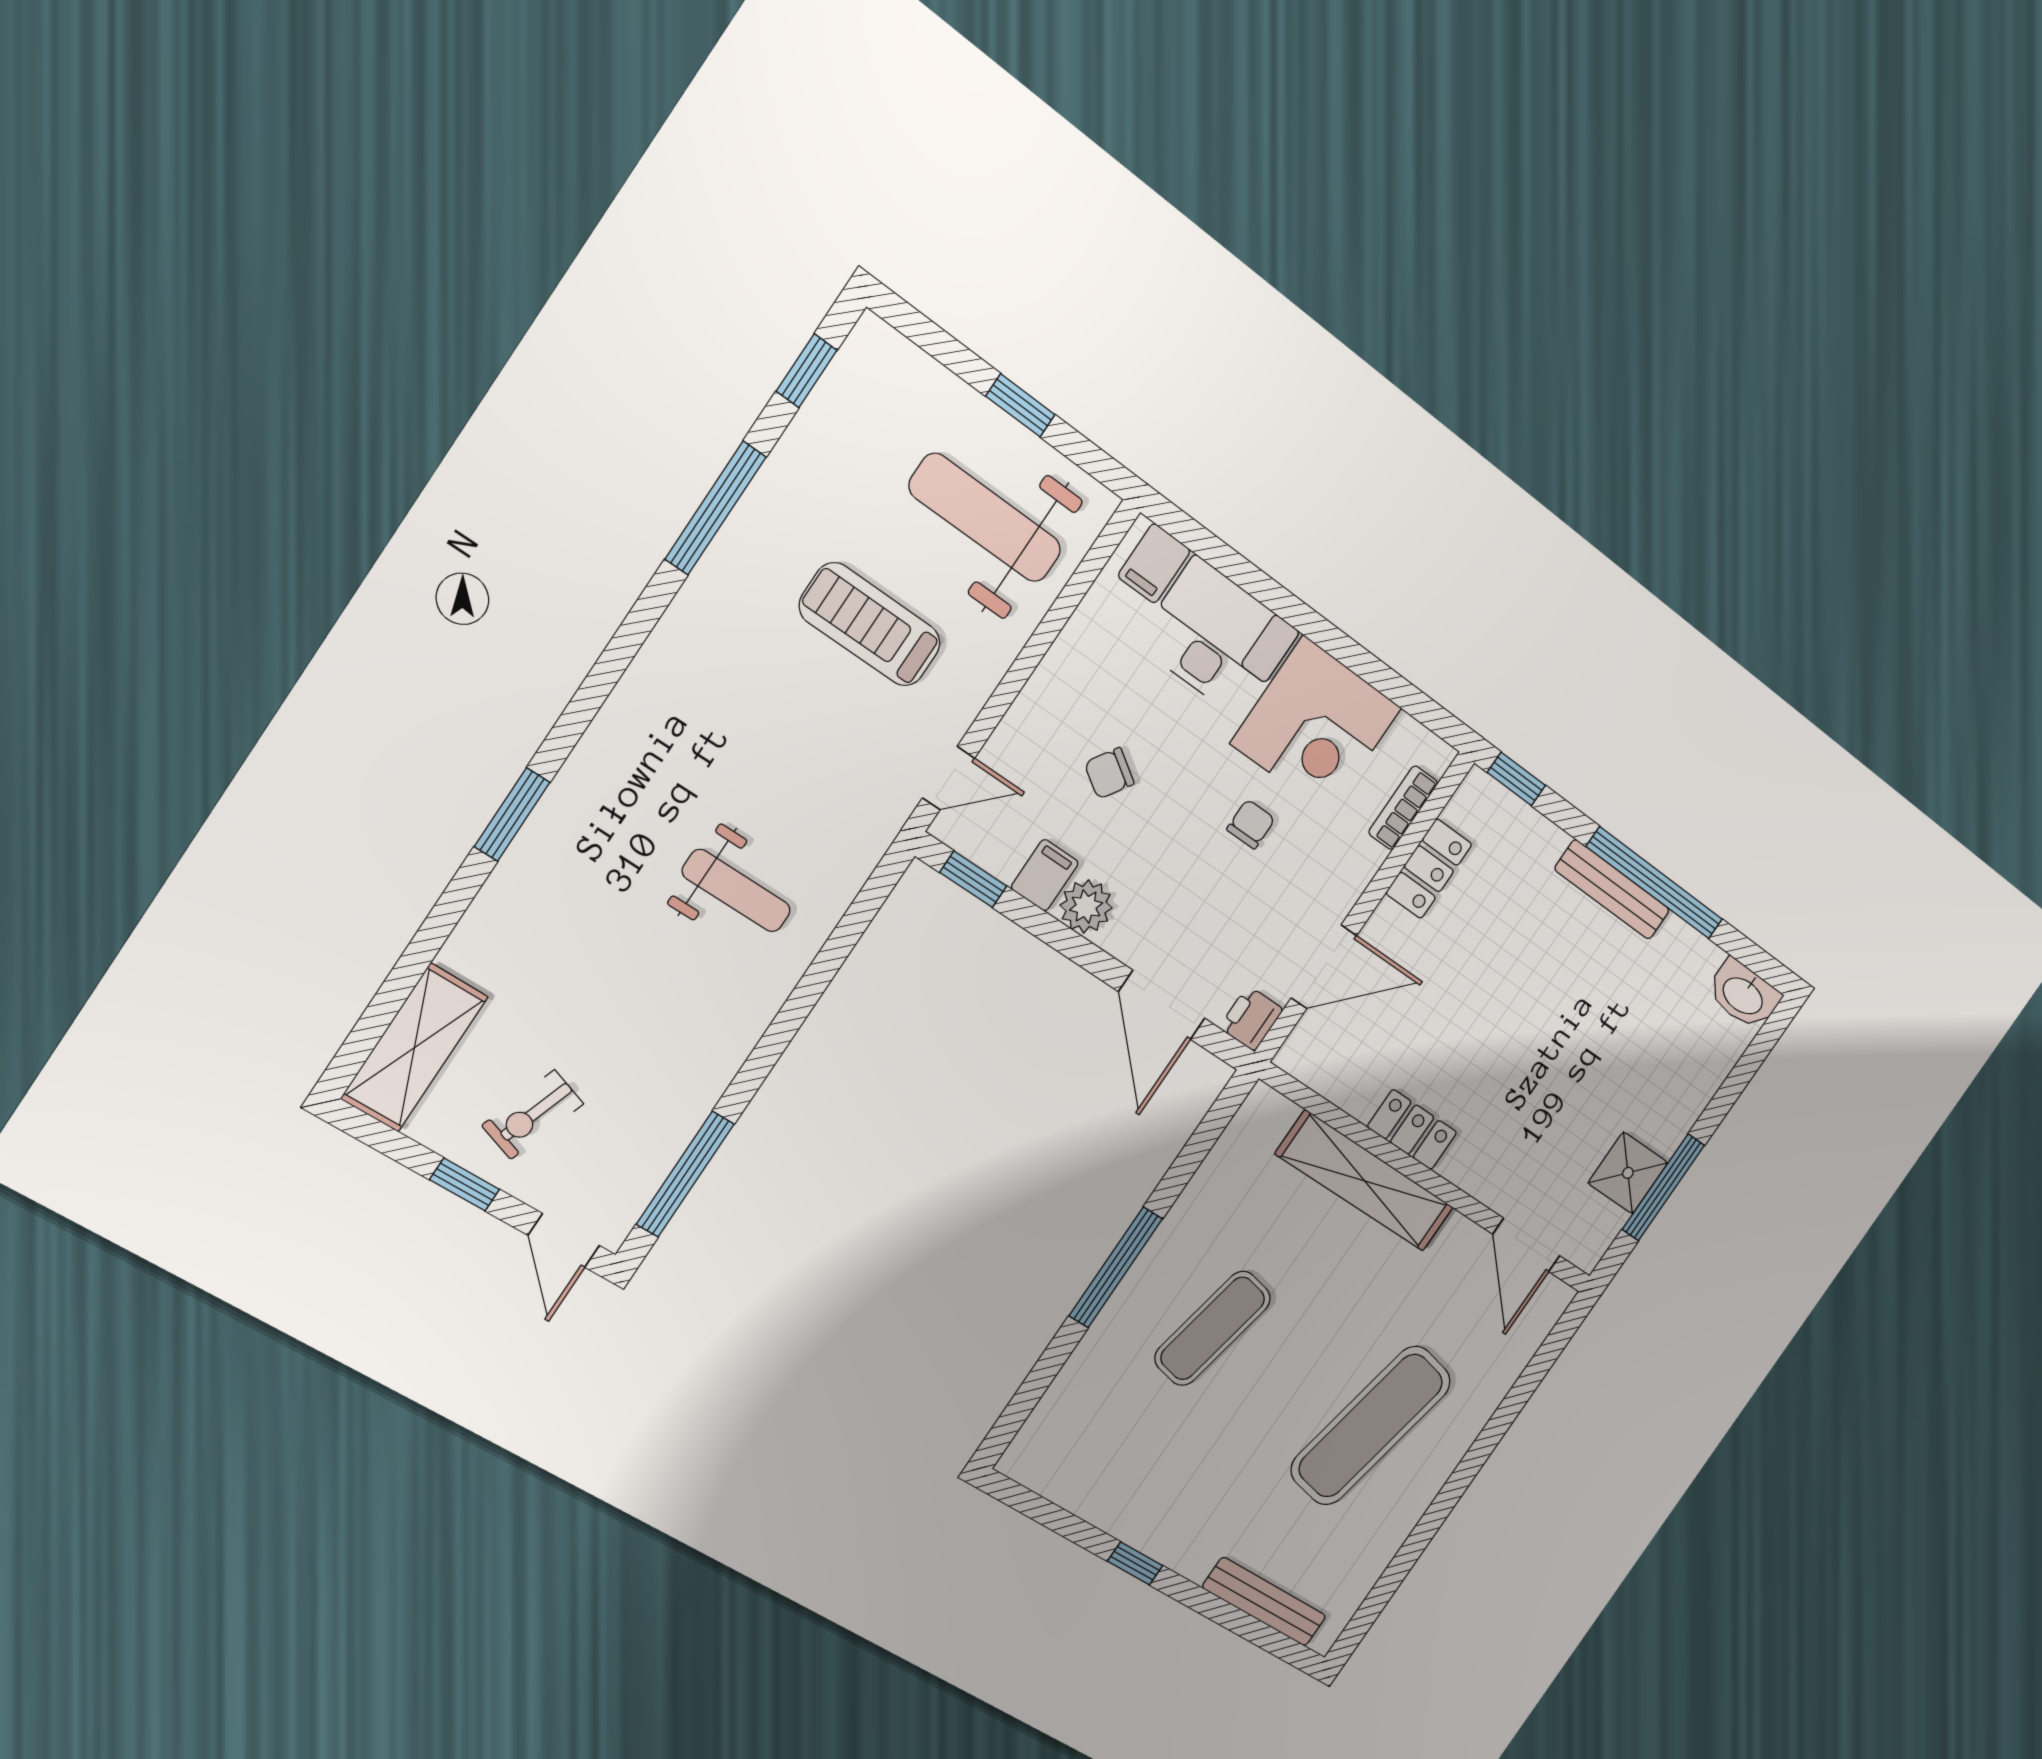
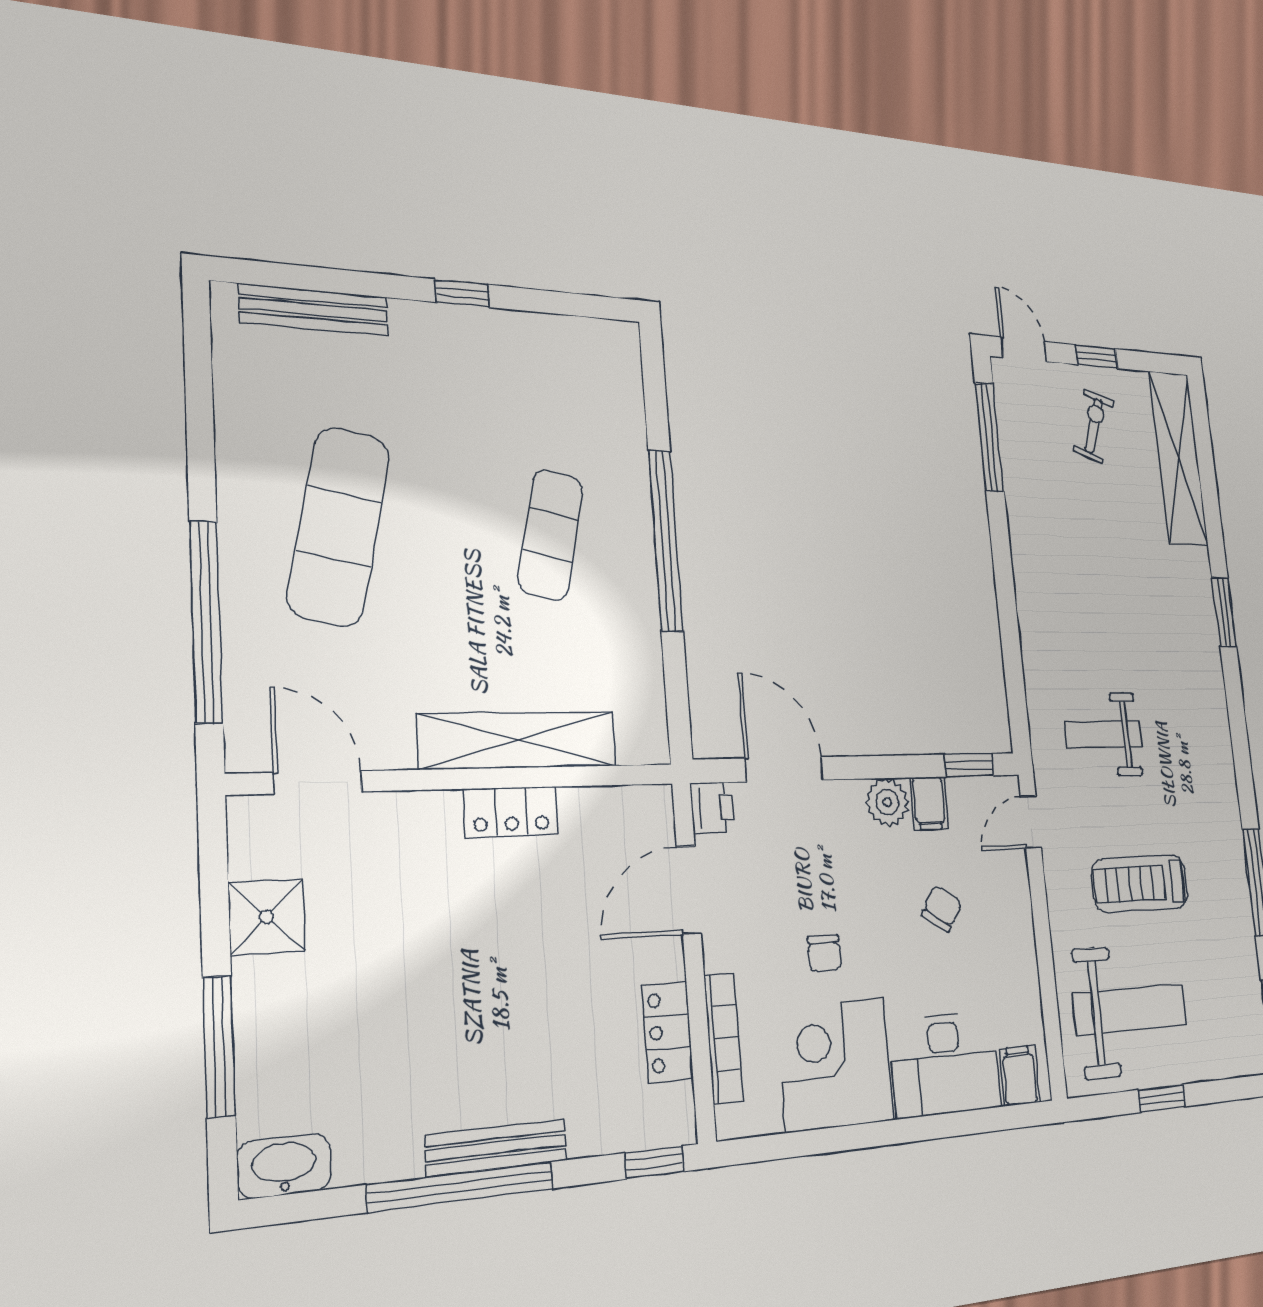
treadmill: (870, 625) -> (1140, 884), turned 180
bookcase: (1403, 808) -> (723, 1038), width x1.56
weight bench: (736, 891) -> (1103, 734), moved
shelving: (414, 1048) -> (1178, 458), width x1.47
window: (1663, 1187) -> (219, 1046), moved
window: (1116, 1267) -> (666, 540), width x1.46
window: (1511, 1407) -> (206, 621), added

